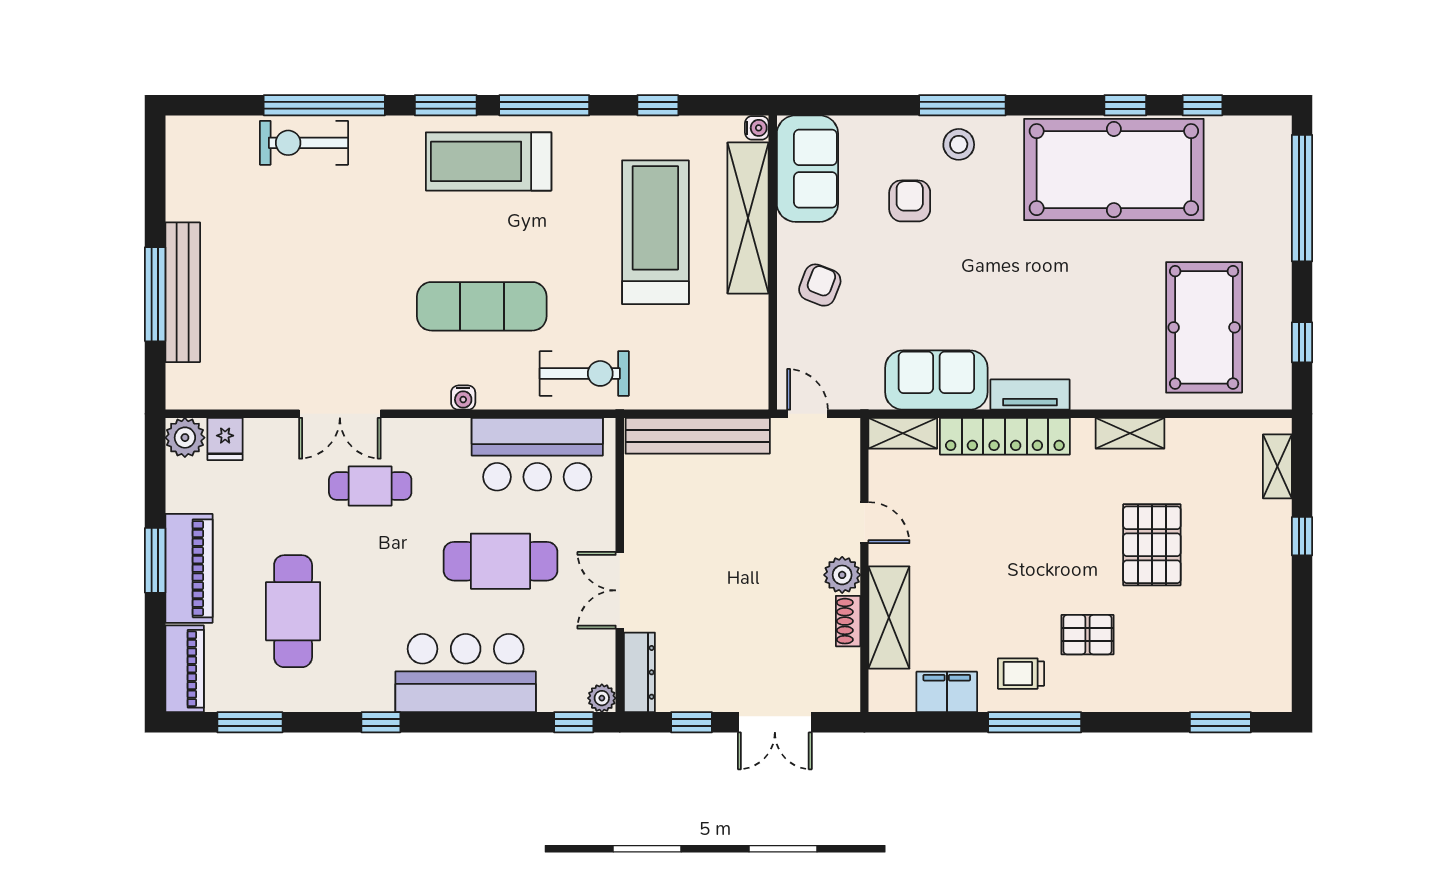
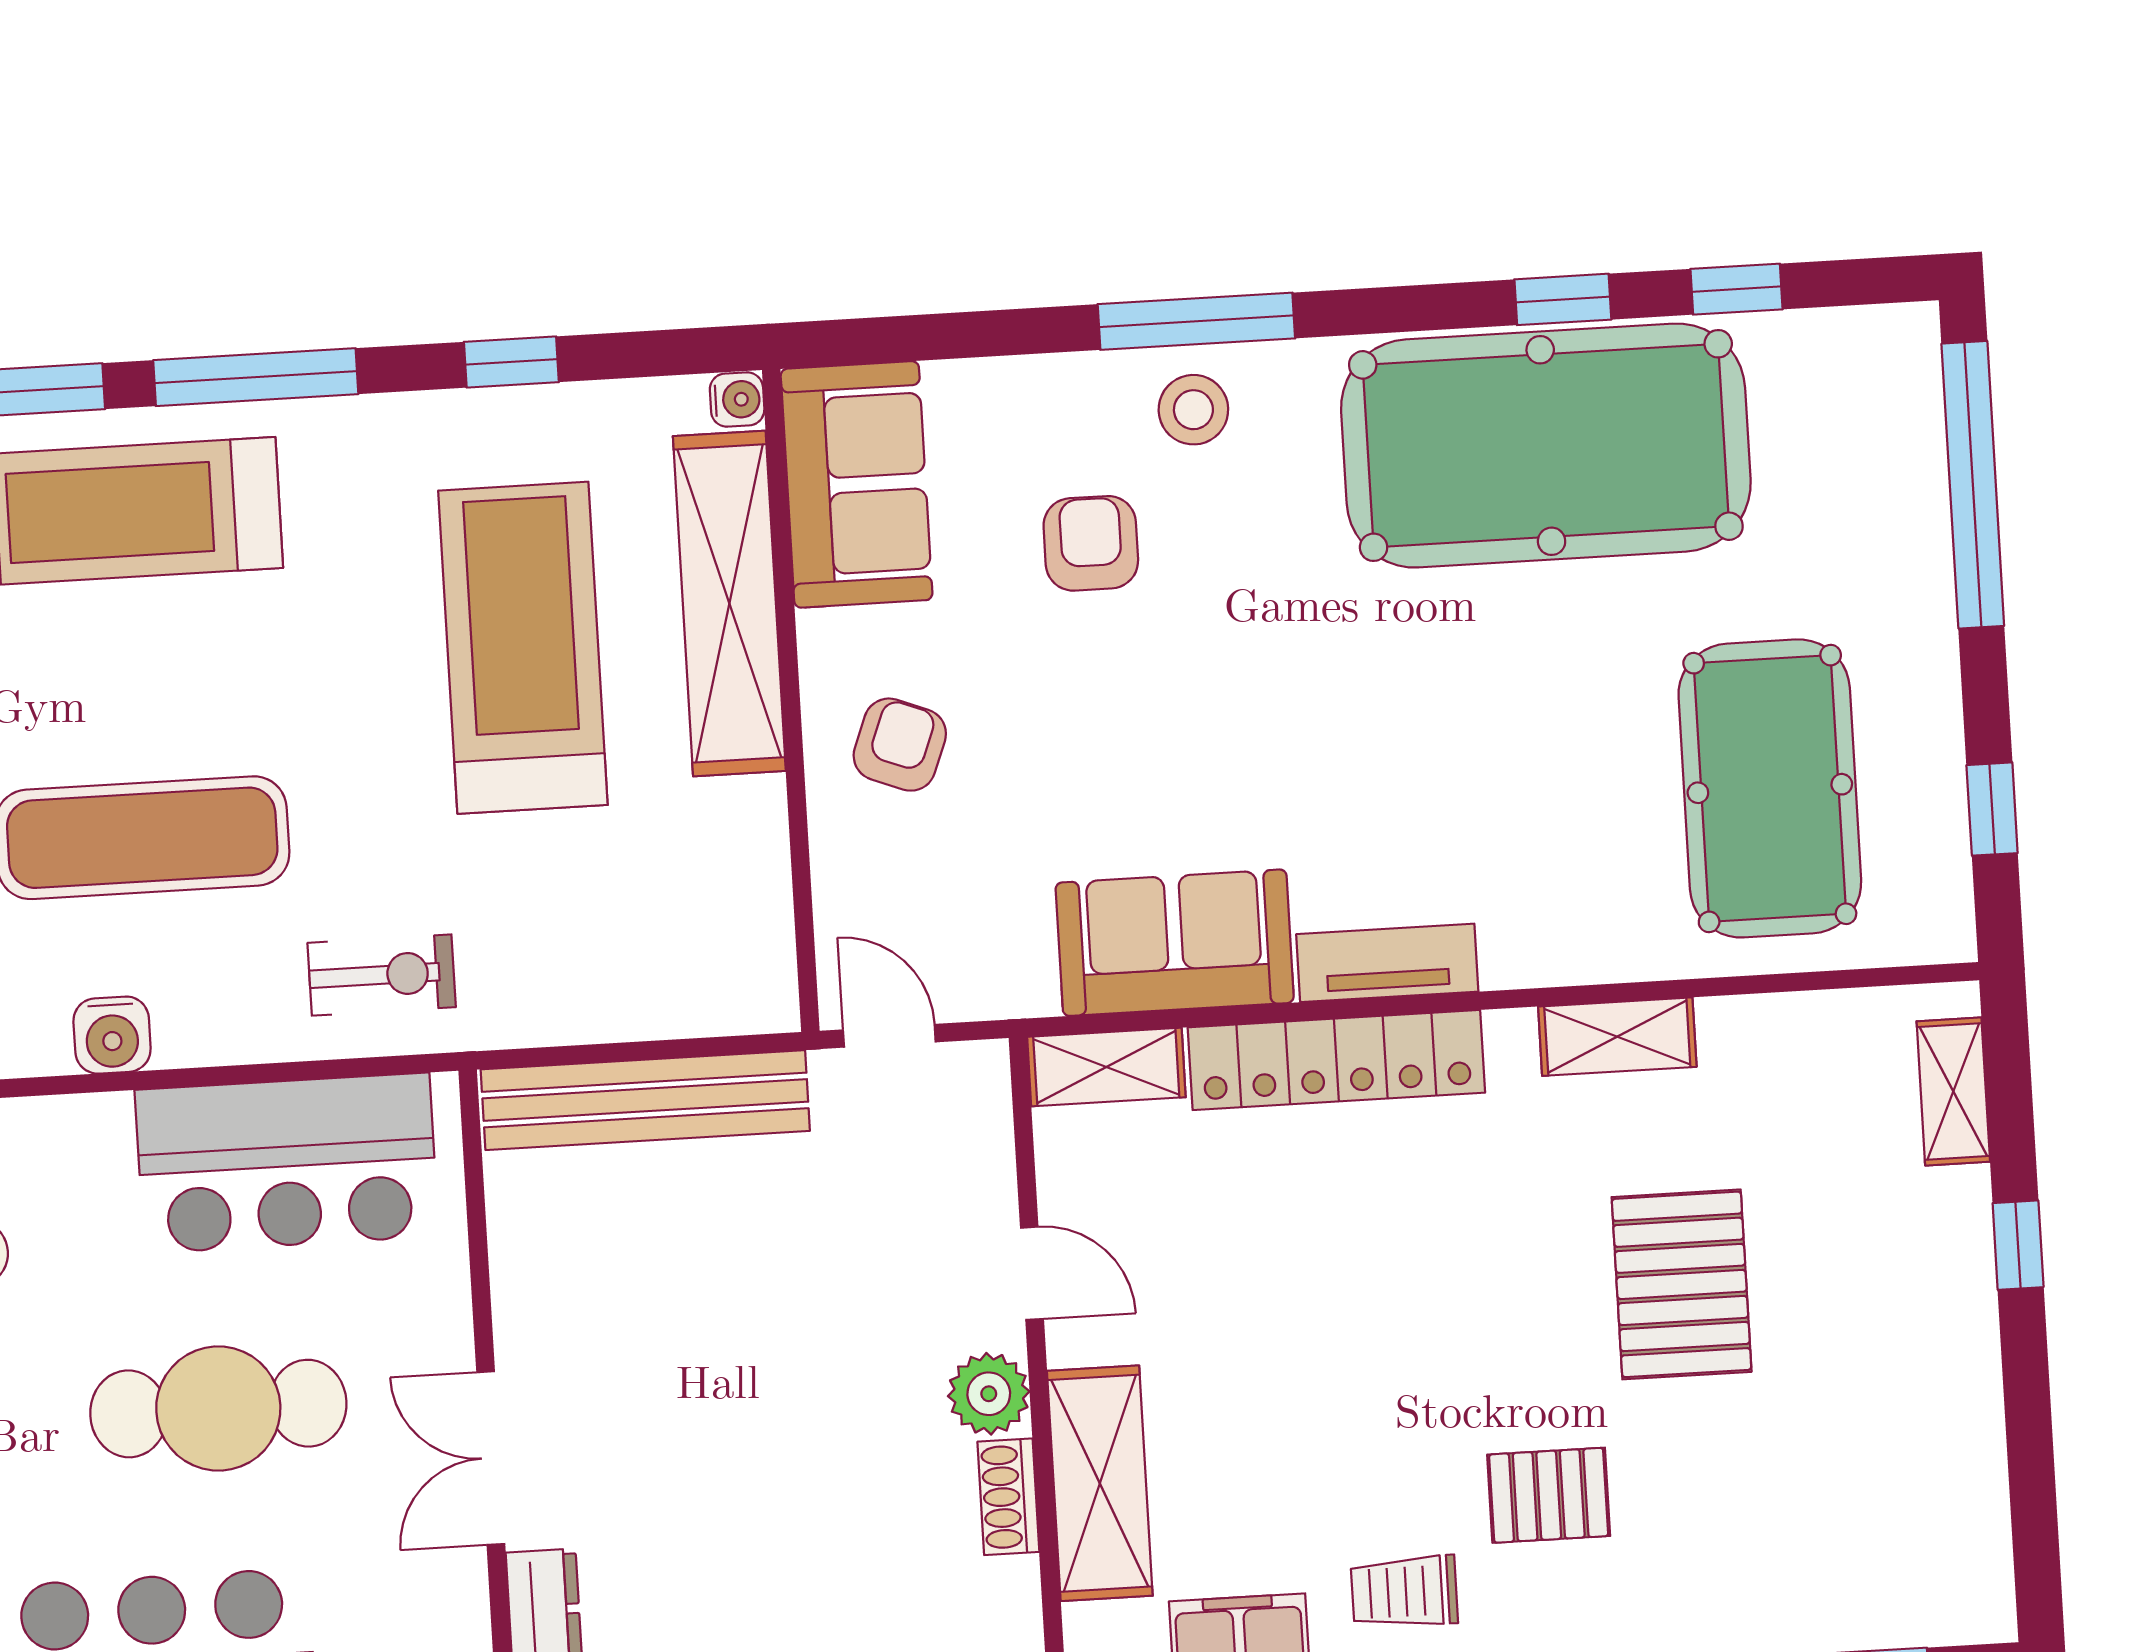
exercise bike: (584, 373) -> (382, 975), width x0.73, depth x0.72
water cooler: (463, 398) -> (112, 1035), width x1.38, depth x1.38

